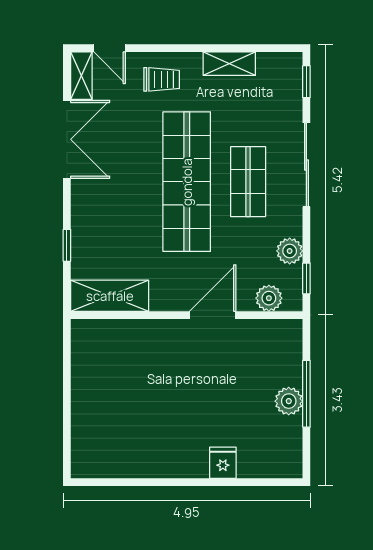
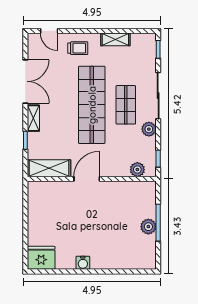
shelving: (81, 76) -> (33, 118), moved
plant: (290, 251) -> (149, 129), moved
door: (213, 315) -> (87, 179), moved
fridge: (223, 463) -> (41, 258), moved, width x1.88, depth x1.34
water cooler: (171, 466) -> (83, 263), added

